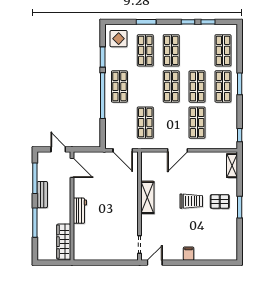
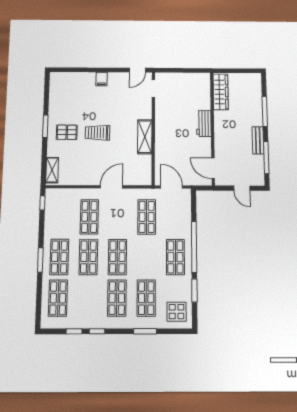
door: (72, 168) -> (213, 168), moved
wall: (72, 206) -> (213, 128), moved
workbench: (80, 211) -> (204, 123), moved
wardrobe: (64, 242) -> (221, 92), moved

